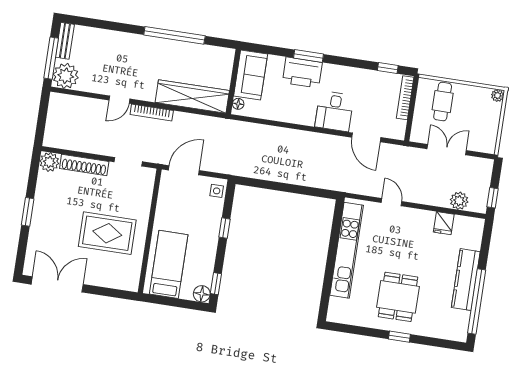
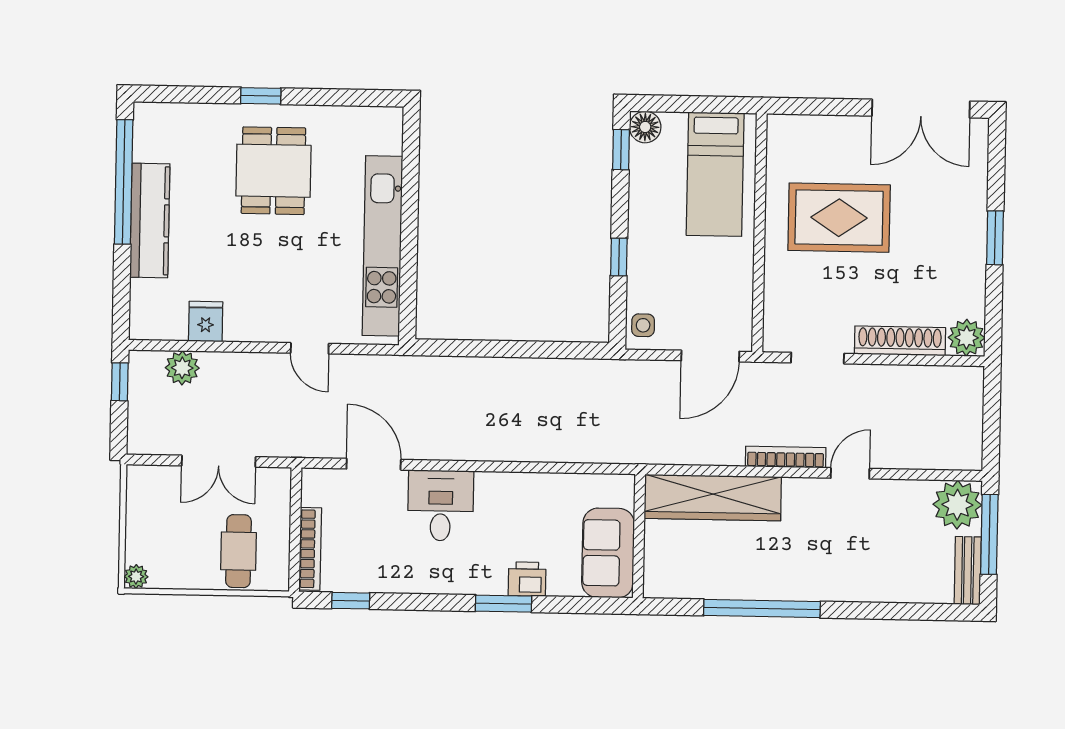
printer: (302, 72) -> (527, 579), width x0.53, depth x0.68
floor lamp: (238, 104) -> (624, 495), removed

